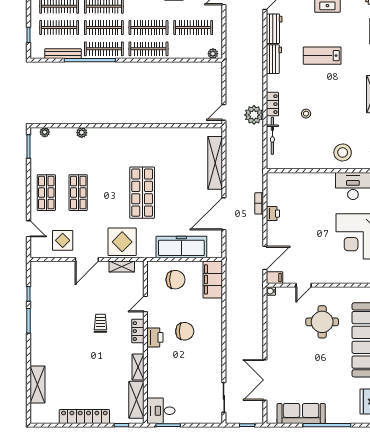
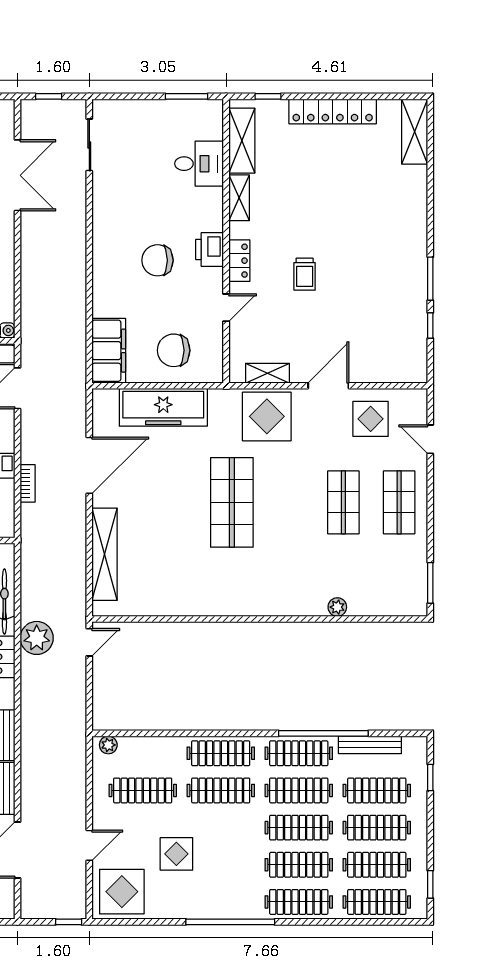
plant: (45, 132) -> (402, 608), removed
shelving: (37, 384) -> (415, 132), moved
desk: (161, 411) -> (199, 164), moved

